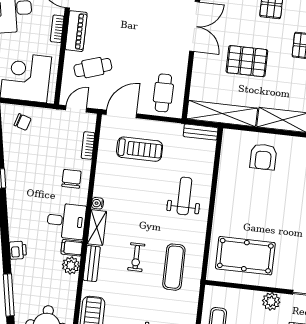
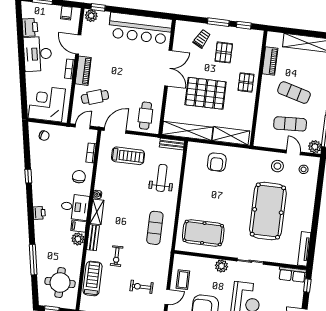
pallet: (247, 61) -> (206, 93), width x1.37, depth x1.41
weight bench: (184, 196) -> (162, 178), moved
printer: (18, 250) -> (39, 213), moved
exercise bike: (136, 257) -> (117, 256), moved
exercise mat: (174, 267) -> (155, 228), moved

